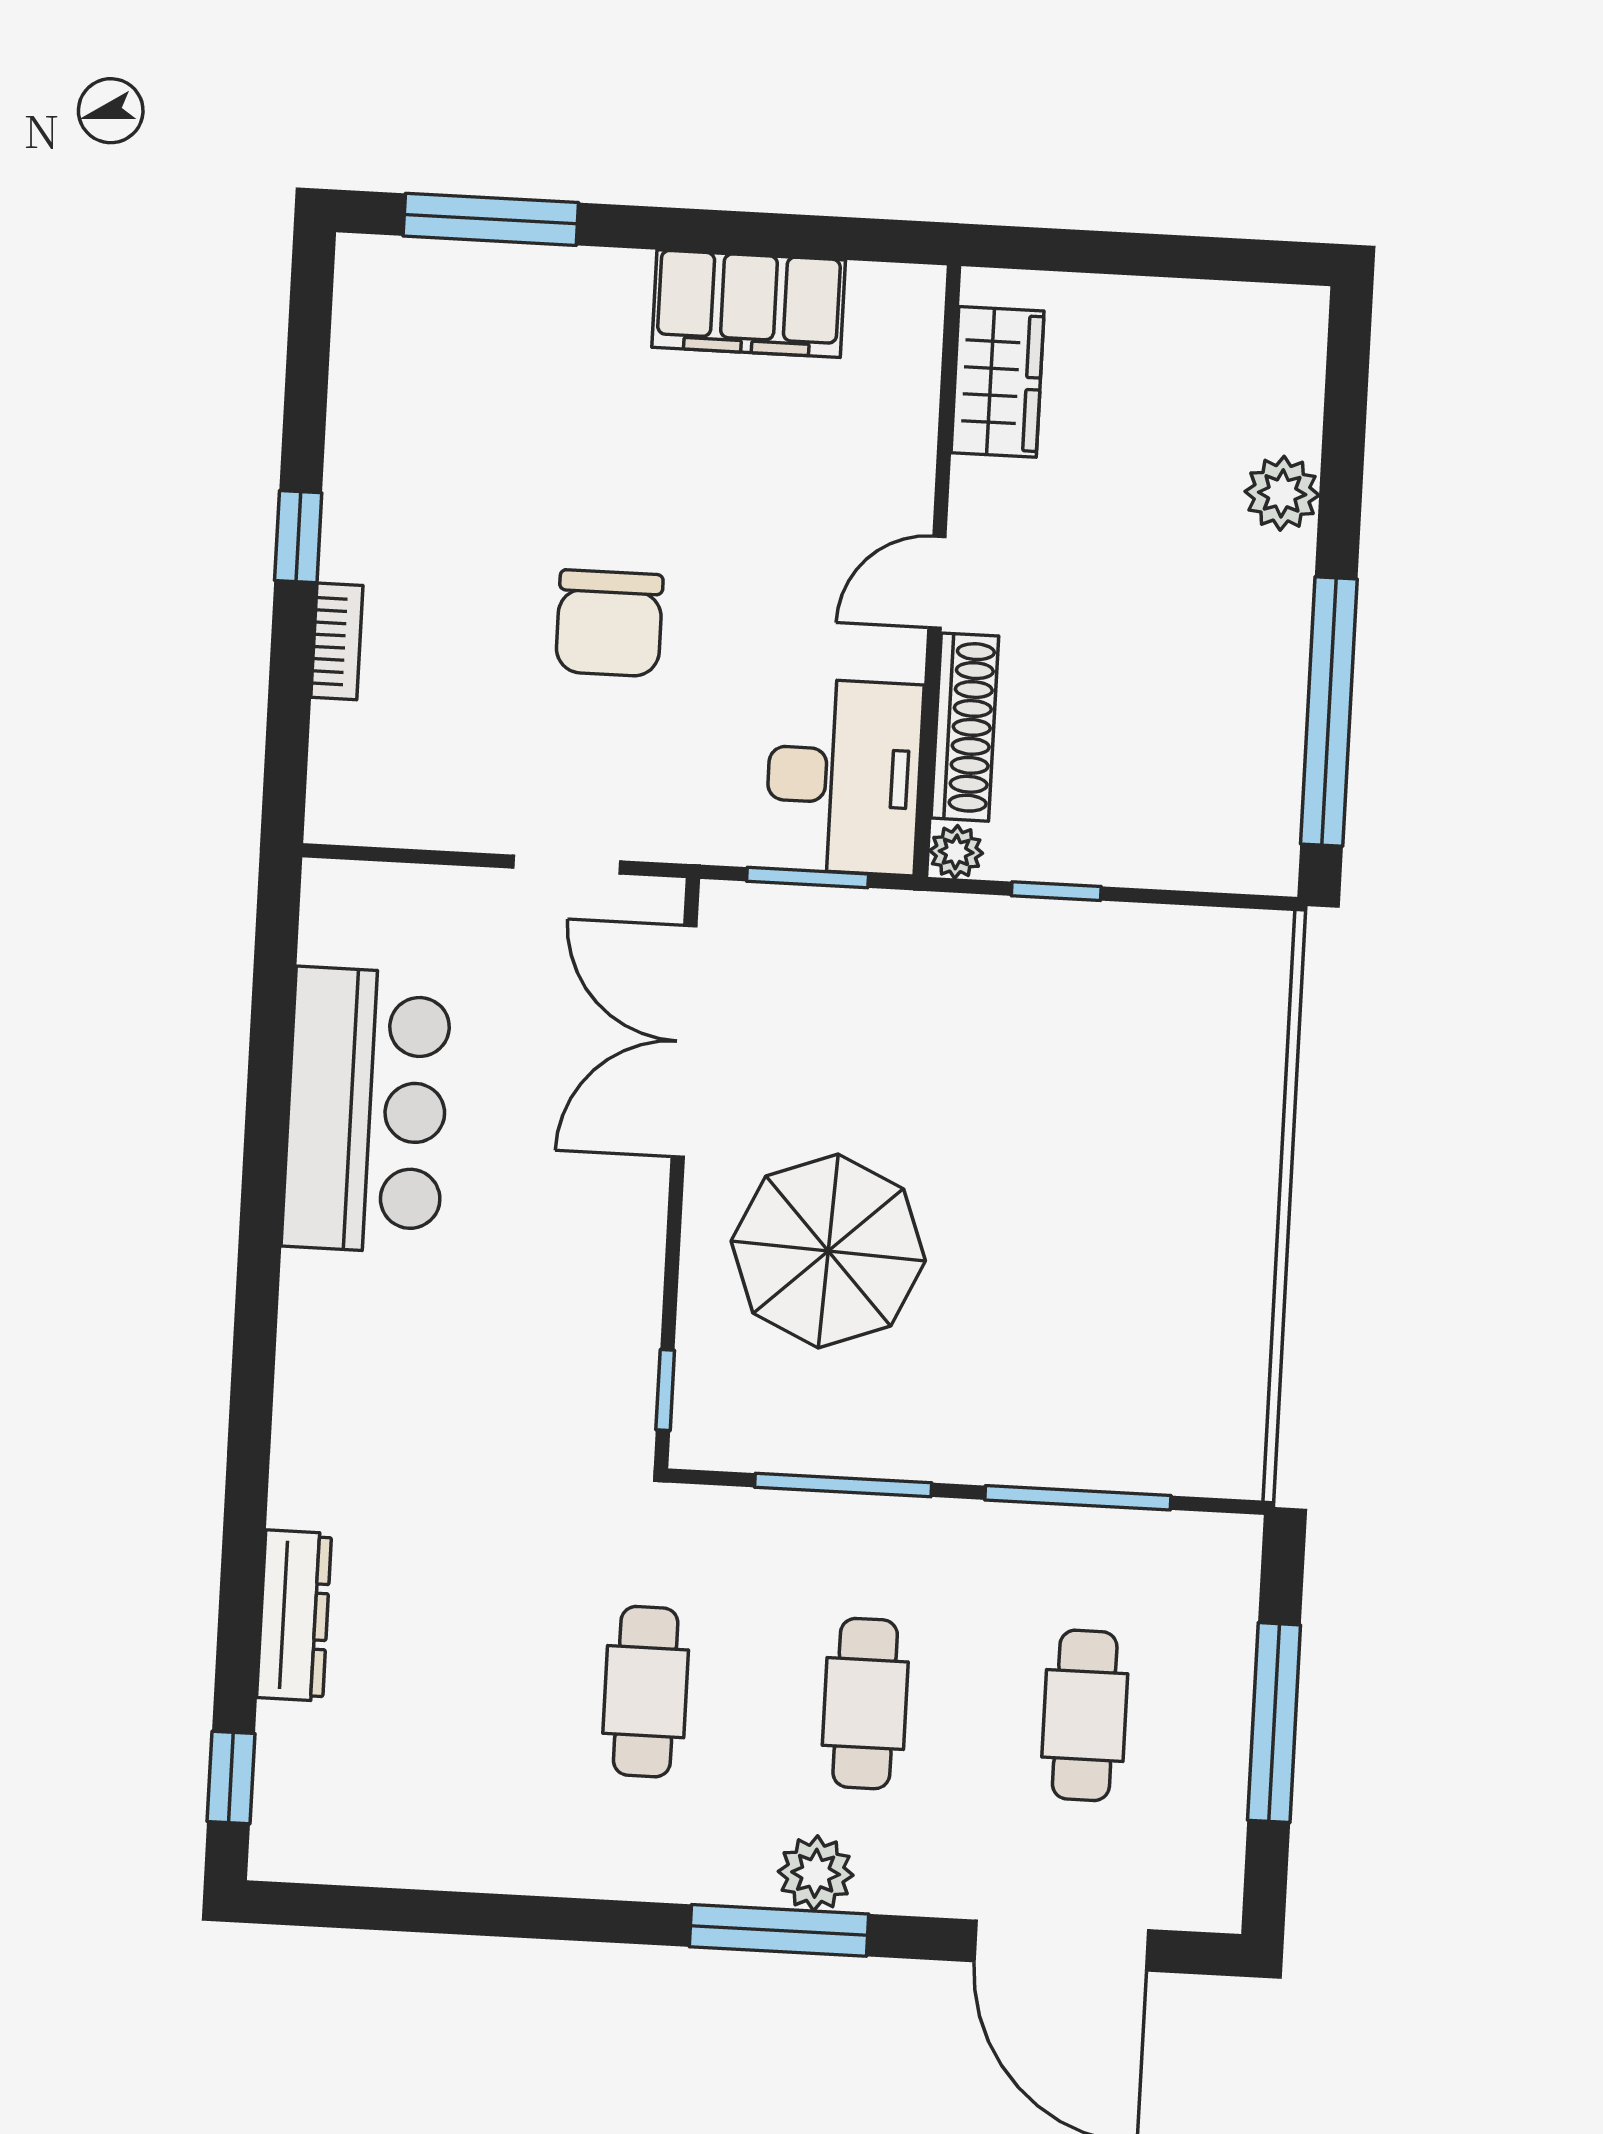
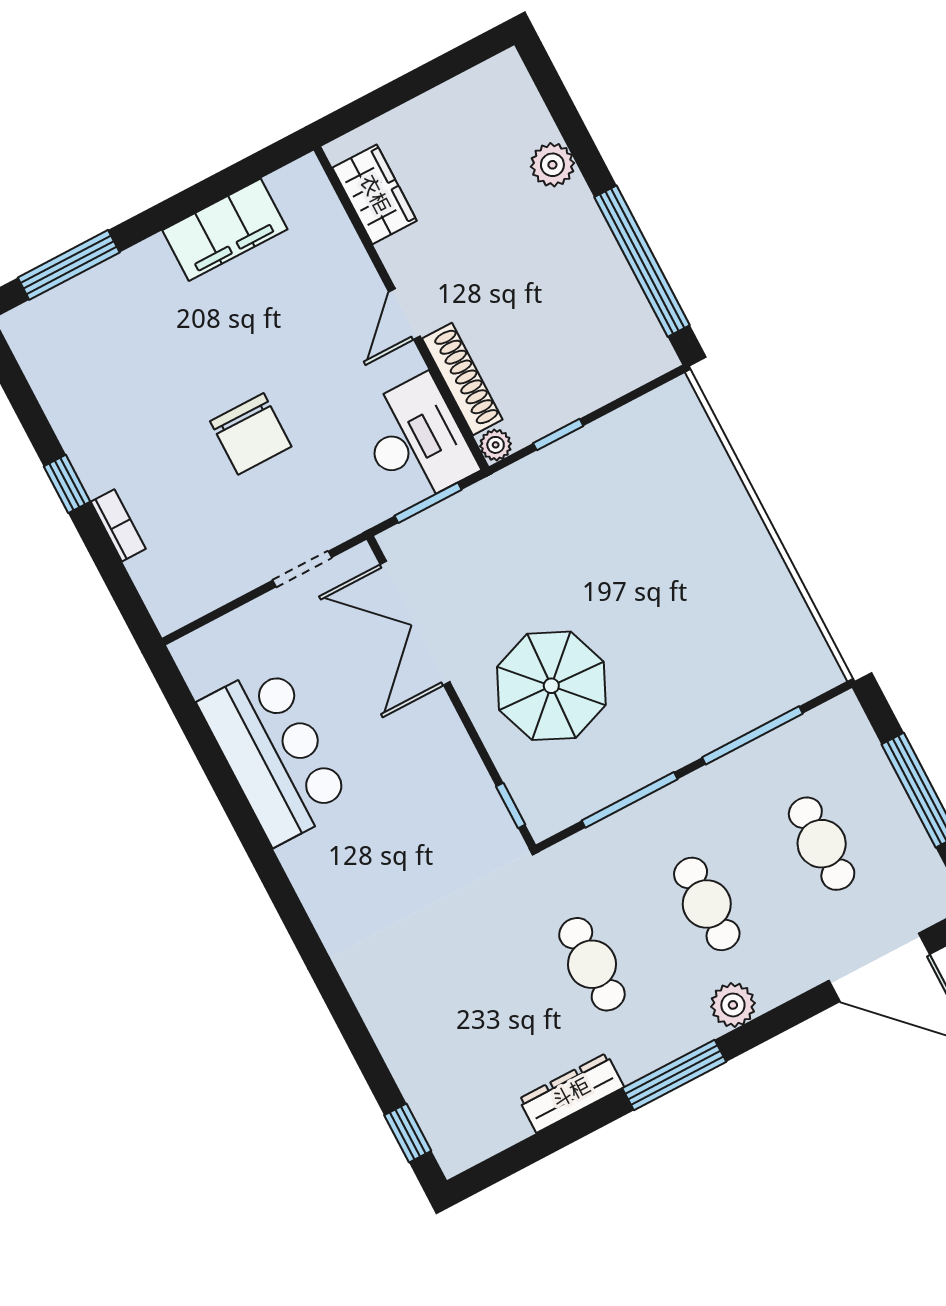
dresser: (294, 1615) -> (571, 1093), moved, turned -90
window: (779, 1930) -> (674, 1075), moved

